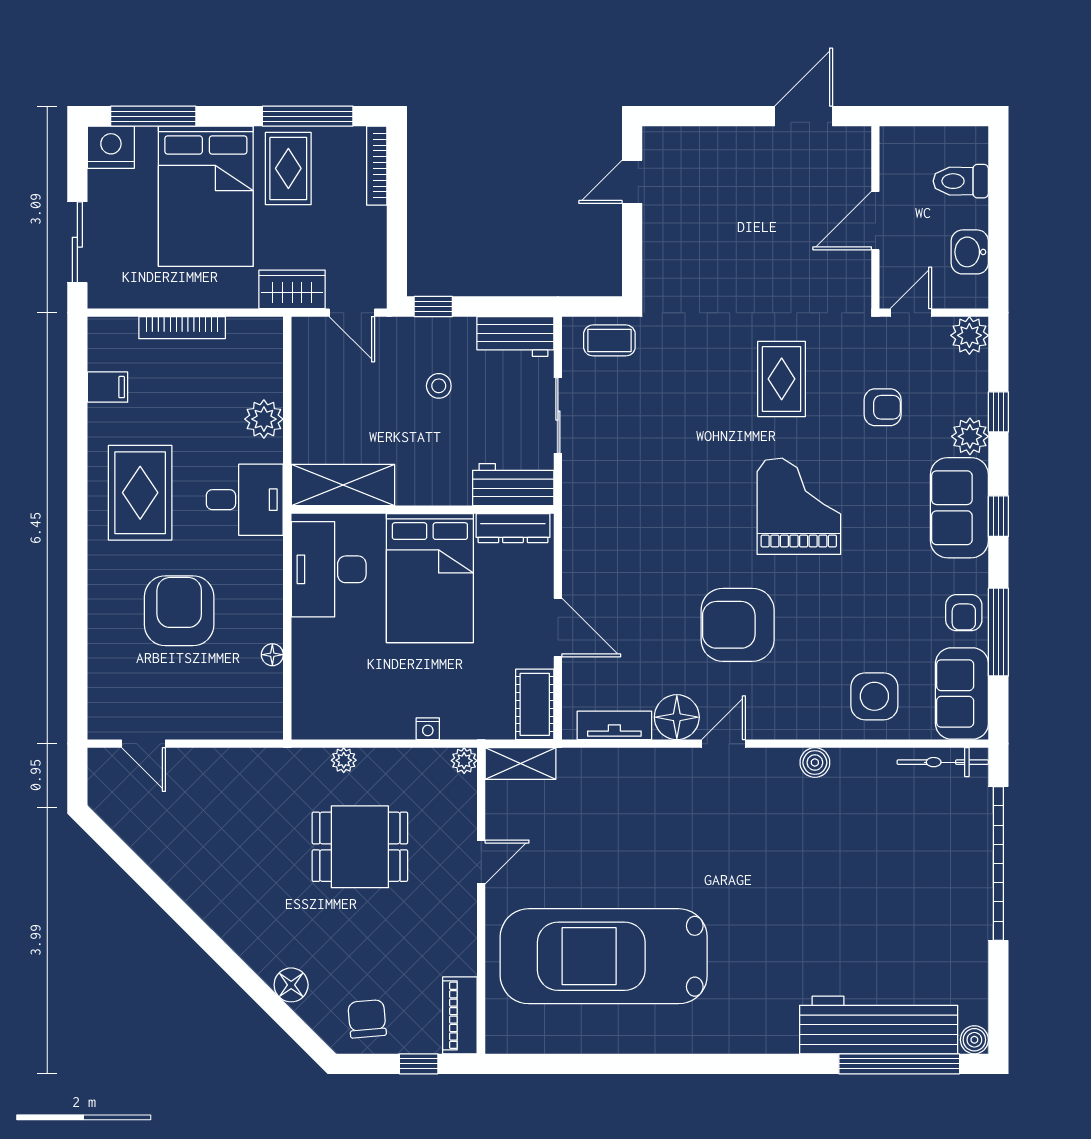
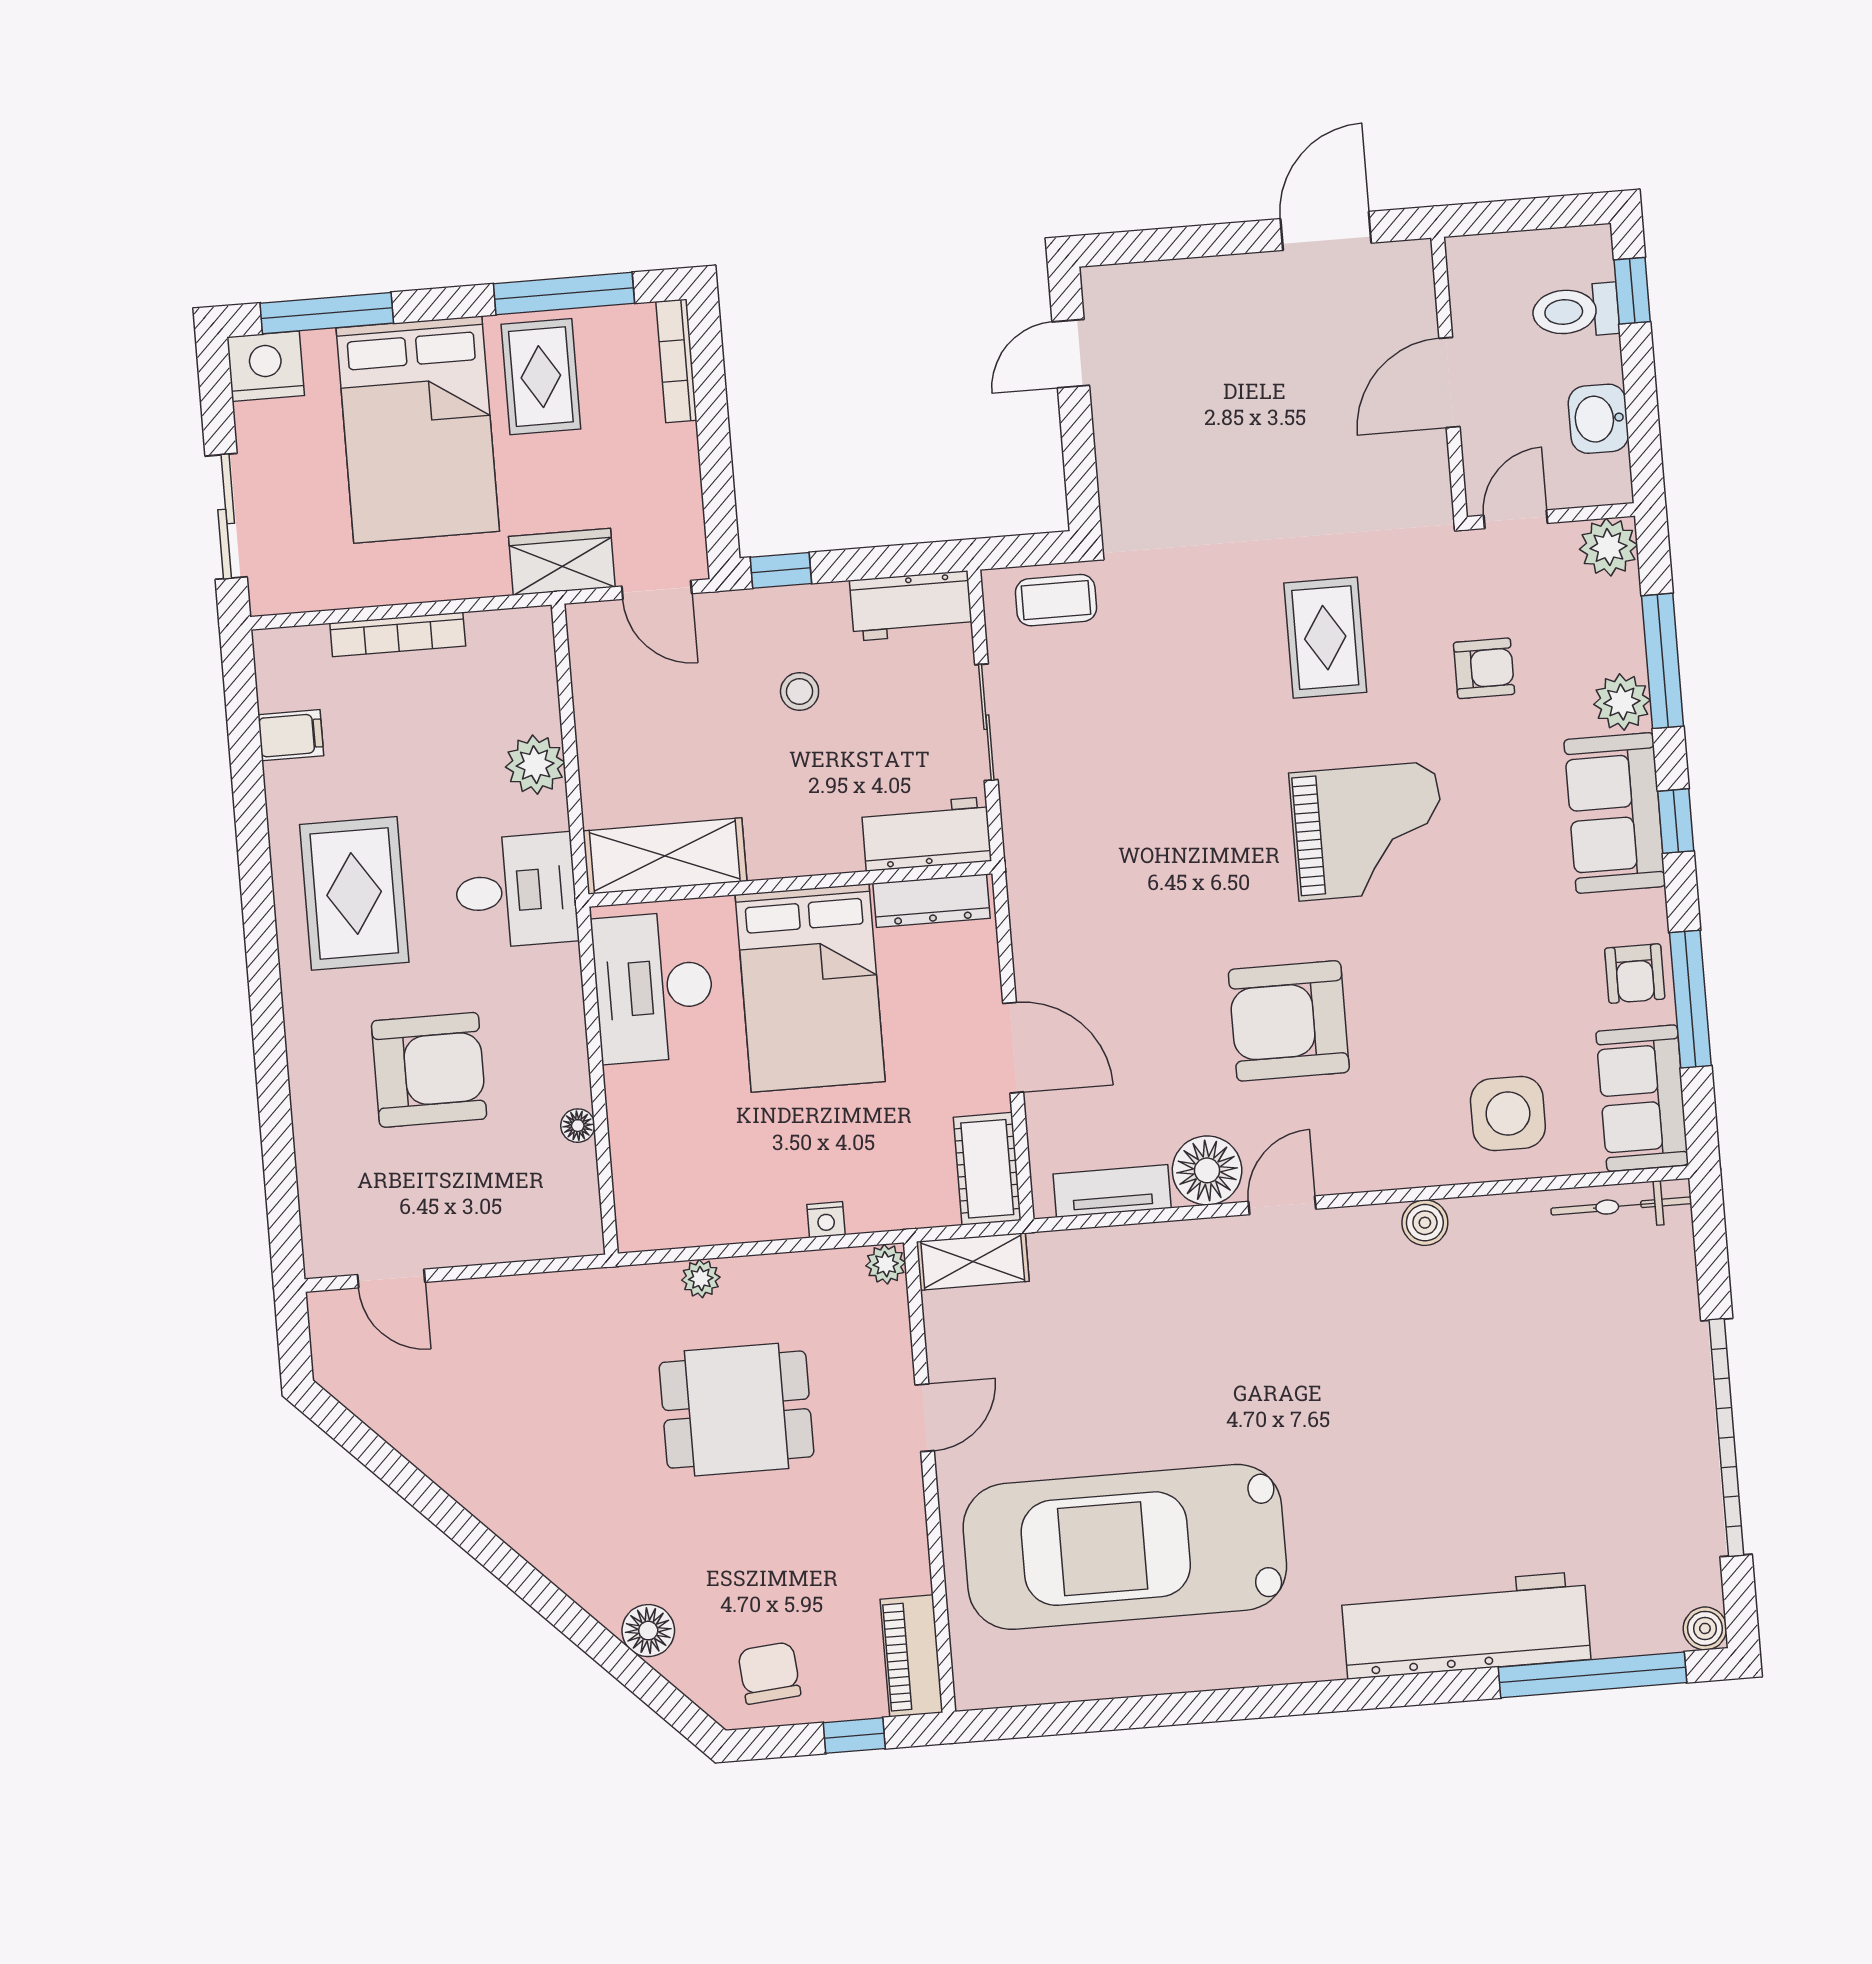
window: (998, 171) -> (1632, 291), added
window: (998, 412) -> (1663, 661), width x2.17
grand piano: (799, 506) -> (1368, 831), turned 90
armchair: (179, 611) -> (429, 1070), turned 90
garage door: (998, 863) -> (1726, 1438), moved
workbench: (879, 1025) -> (1466, 1625), moved

